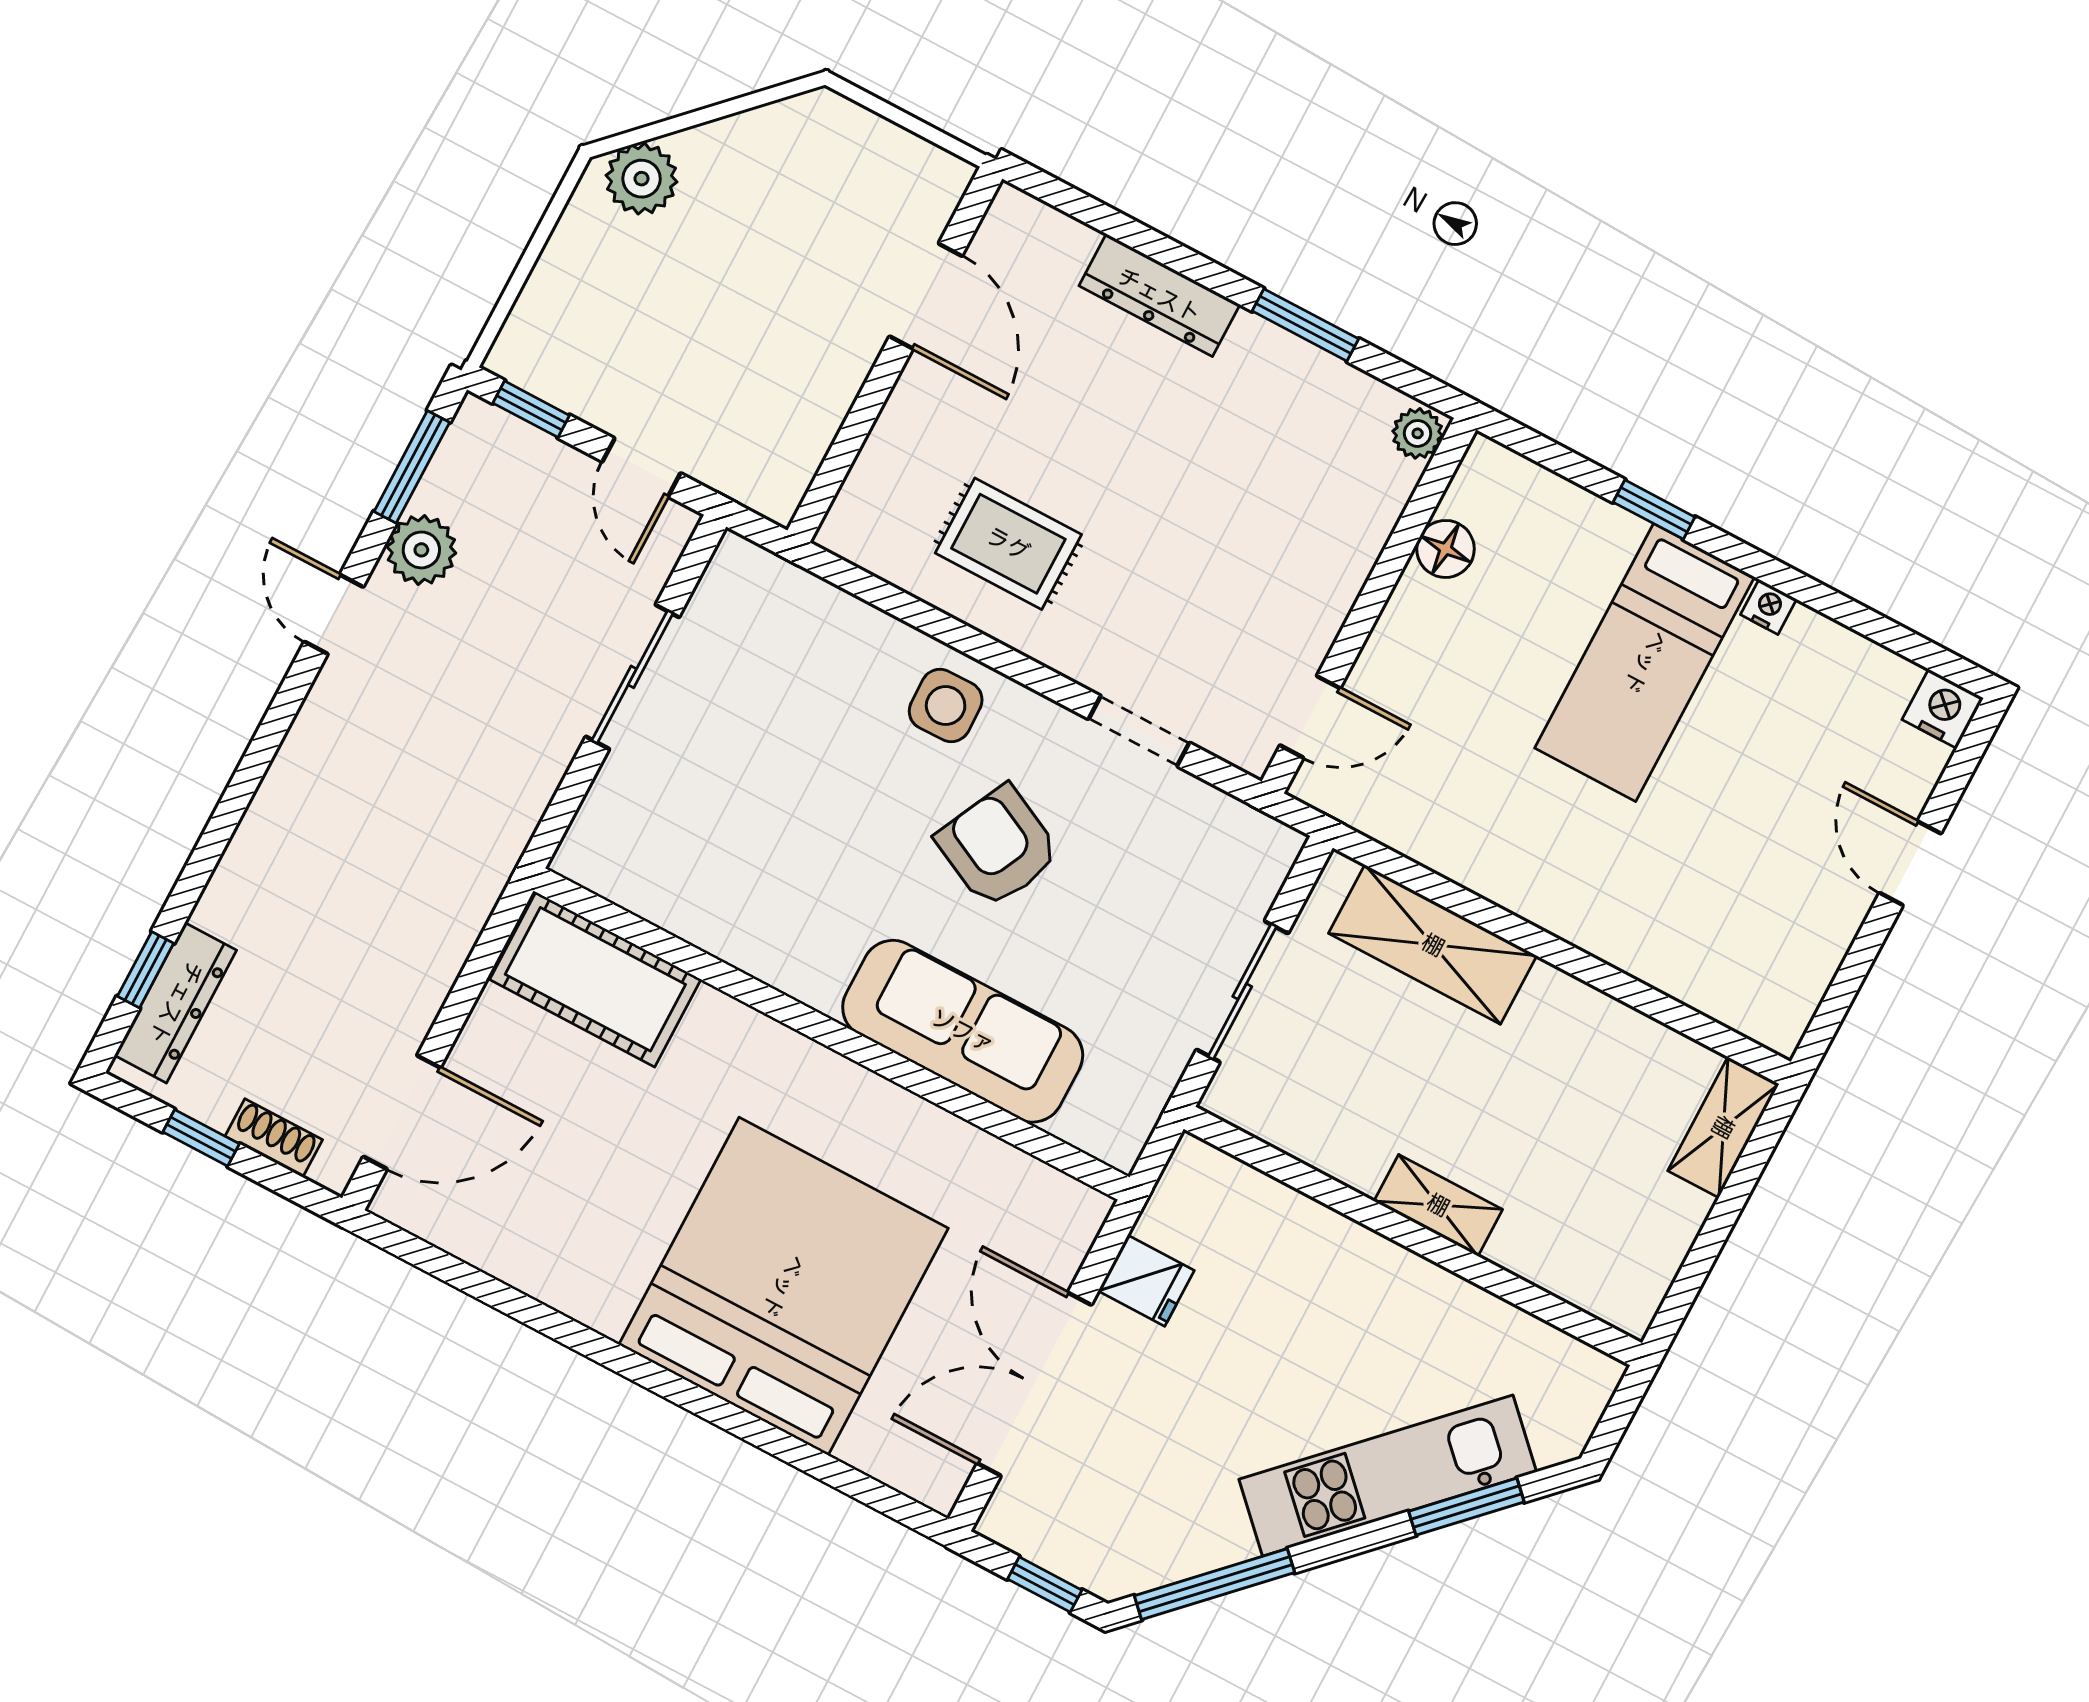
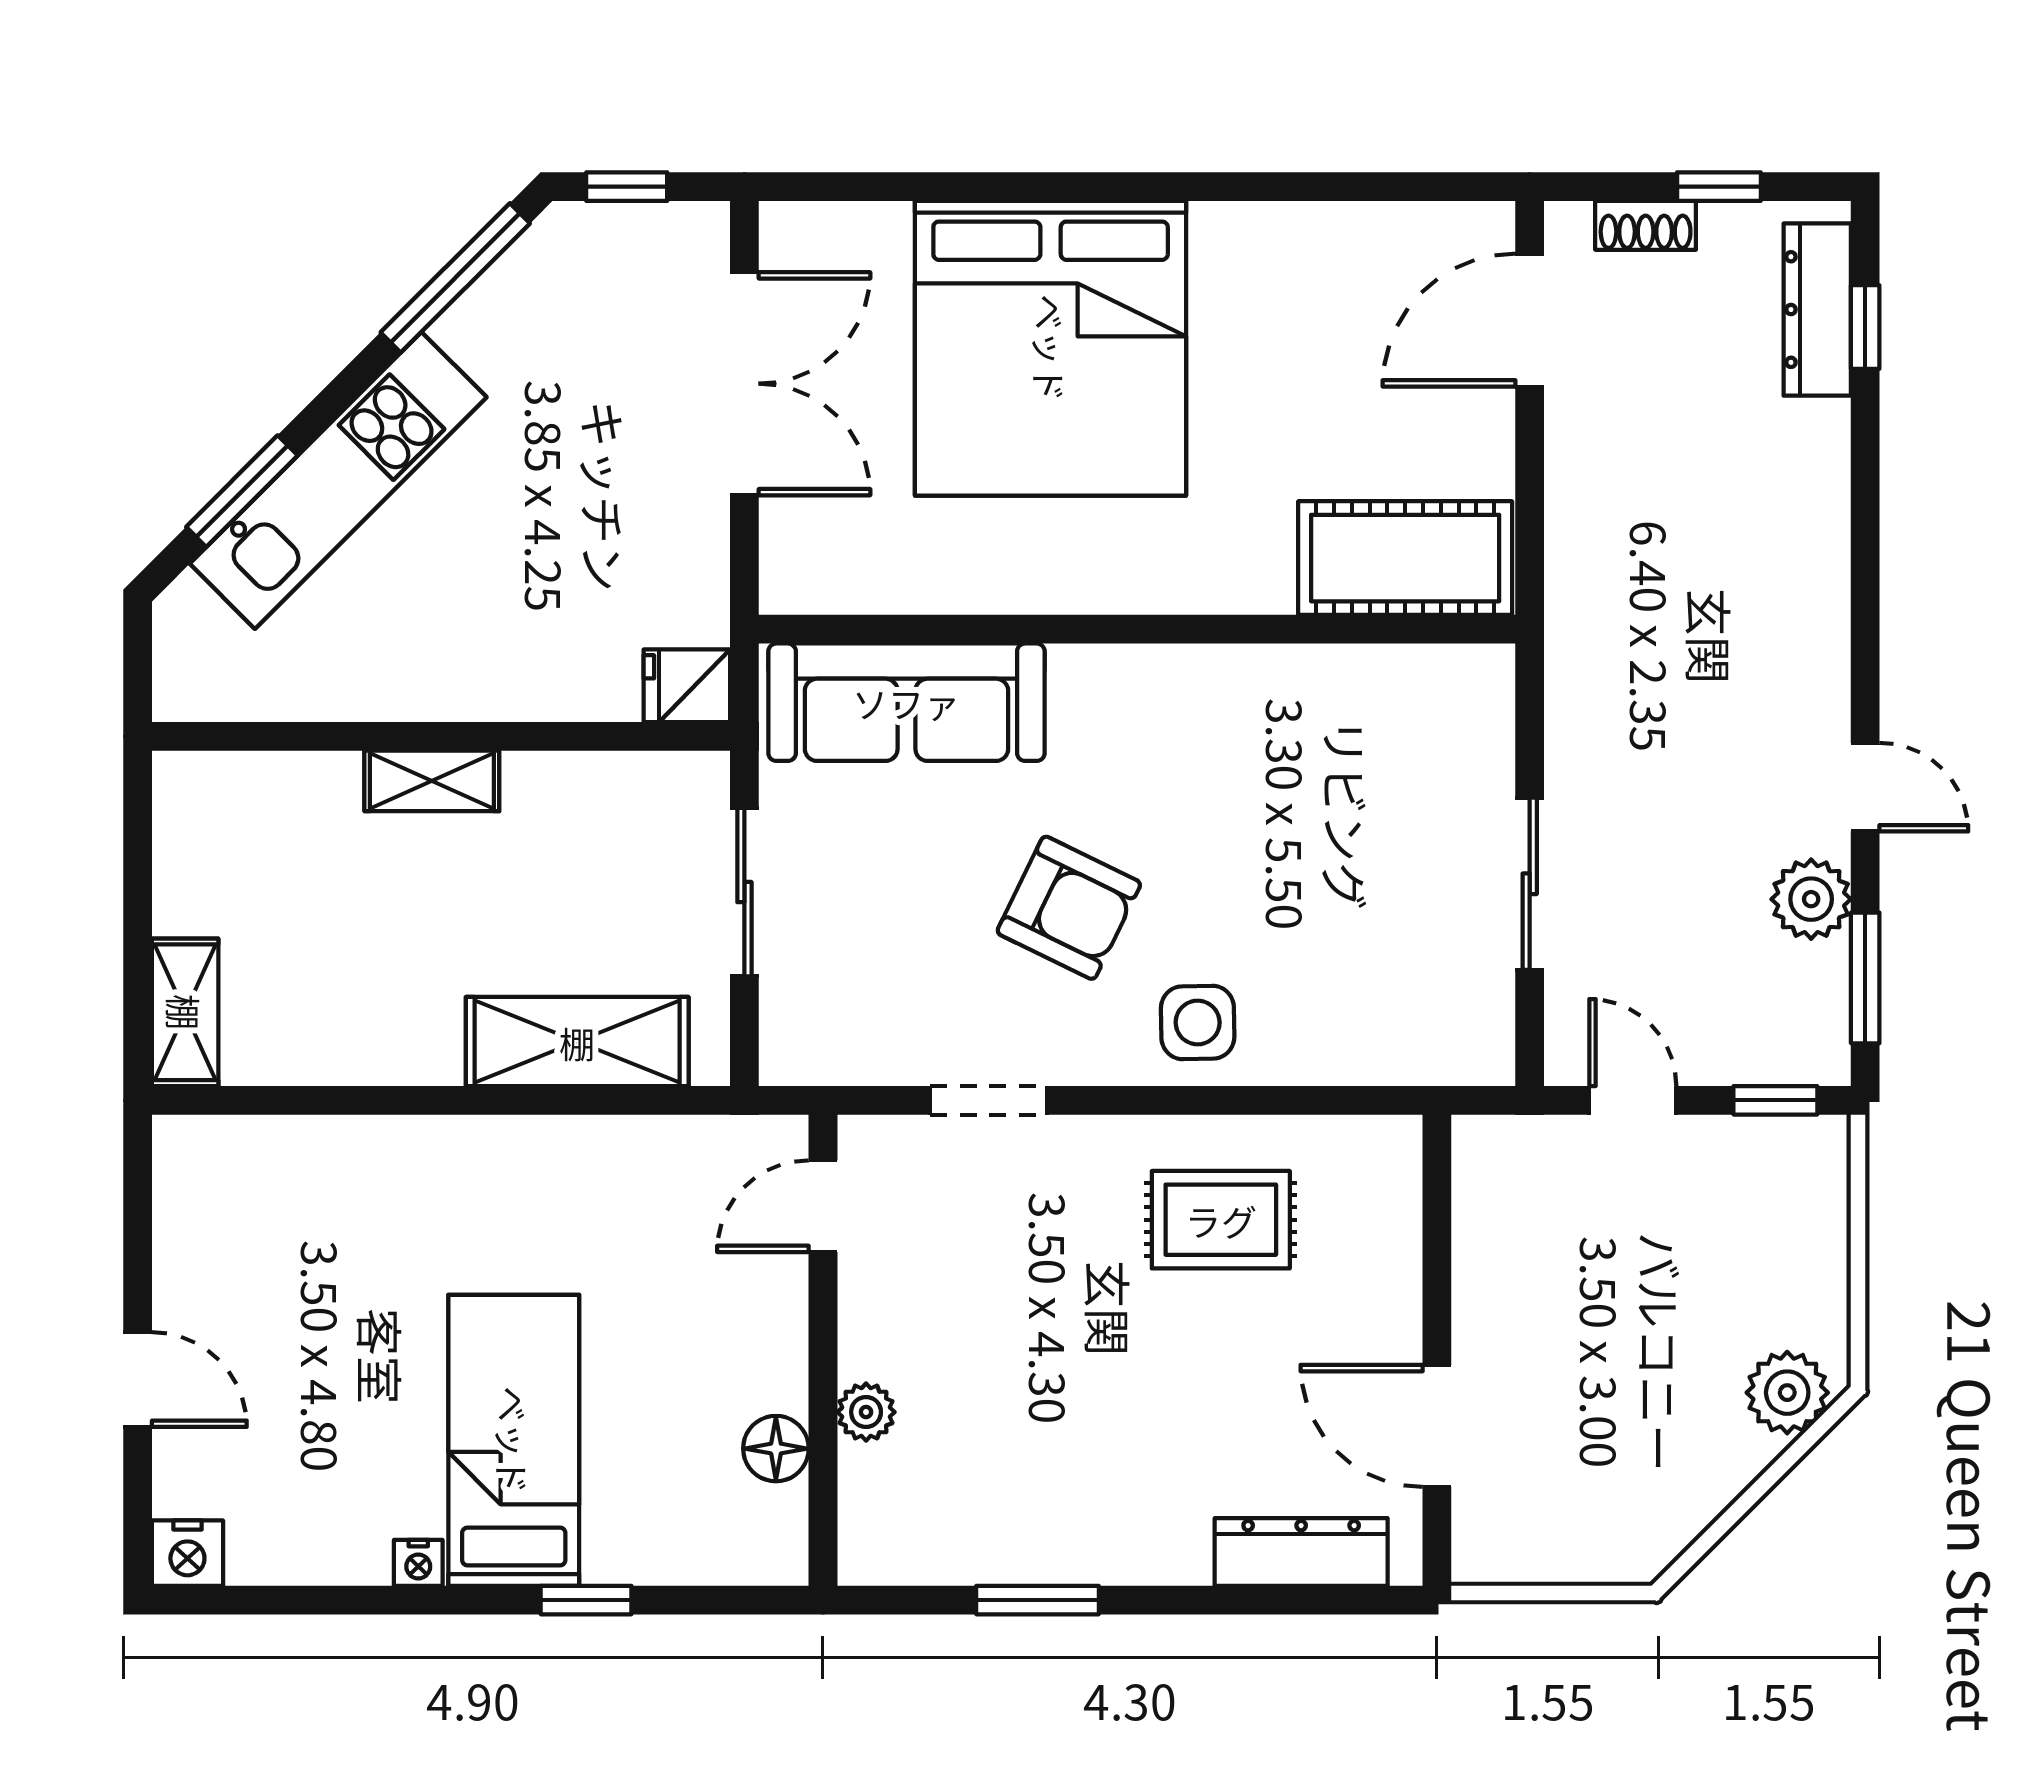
dresser: (1159, 295) -> (1301, 1552), moved
plant: (1418, 433) -> (866, 1412), moved
sofa: (963, 1031) -> (906, 702), moved
fridge: (1146, 1281) -> (687, 686), moved

